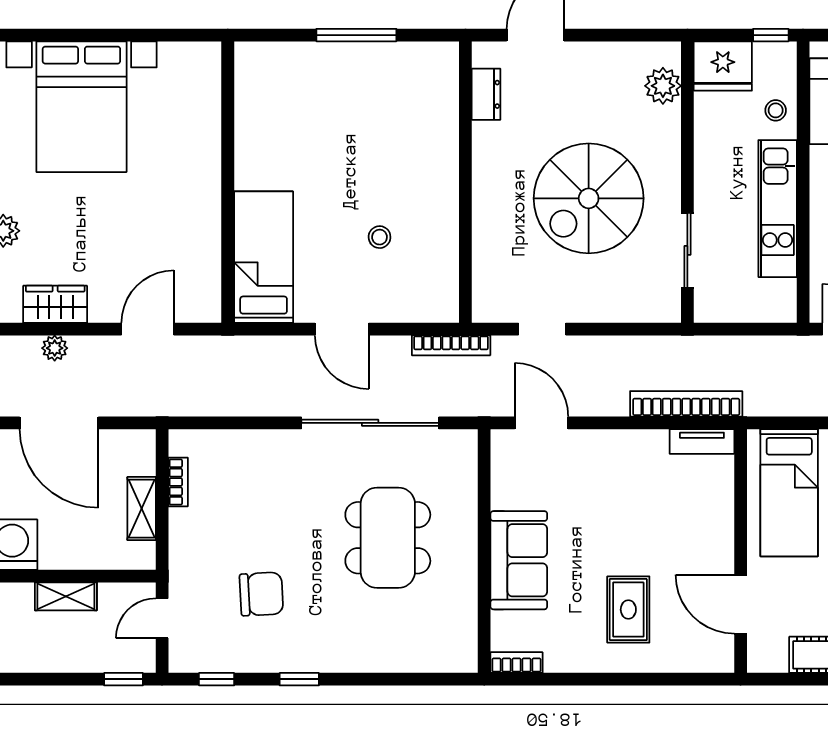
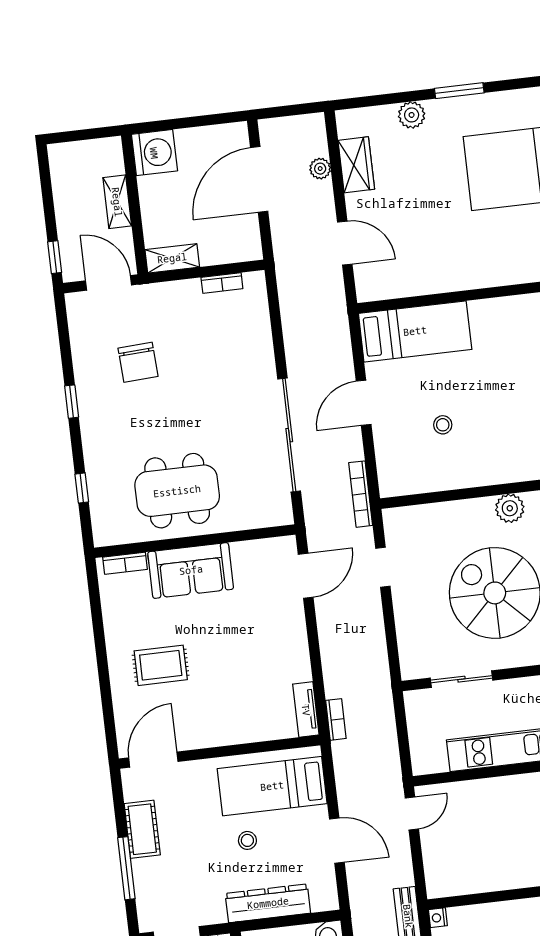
plant: (489, 168) -> (510, 508), added
bookcase: (686, 404) -> (336, 719), width x0.43, depth x0.76
shelving: (142, 509) -> (172, 258), moved
dining table: (388, 538) -> (177, 491), moved
door: (741, 604) -> (153, 760), moved
door: (162, 618) -> (108, 283), width x1.38
bookcase: (516, 663) -> (125, 563), moved, turned 90
window: (217, 679) -> (82, 488), moved

